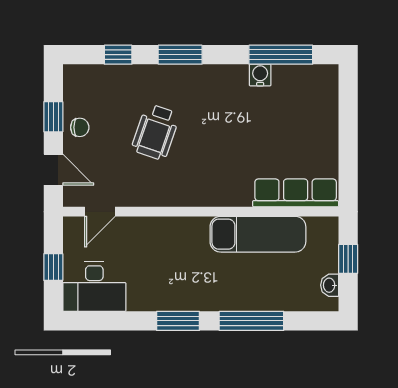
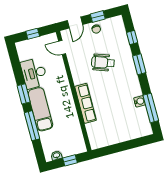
row of seats: (296, 193) -> (86, 103), moved
exam couch: (258, 234) -> (40, 109), moved, turned 180
desk: (94, 287) -> (34, 73), moved

